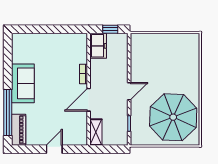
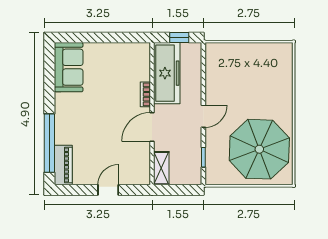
freezer: (98, 46) -> (167, 73), width x1.91, depth x1.26
sofa: (23, 83) -> (69, 67), moved

